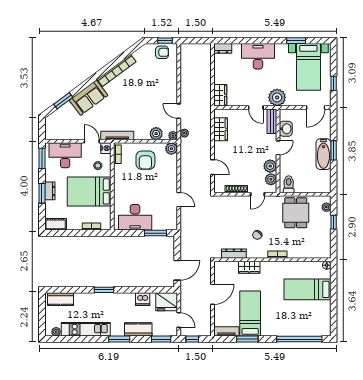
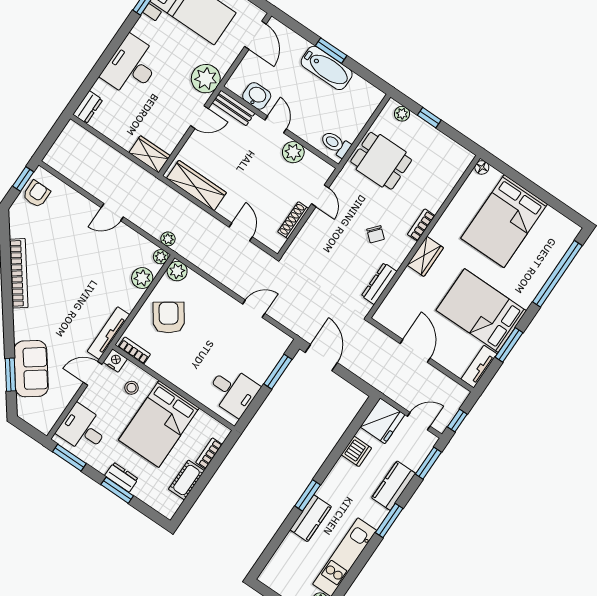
sofa: (88, 98) -> (31, 369), moved
door: (179, 111) -> (112, 212), moved
wardrobe: (221, 129) -> (196, 185), width x1.50
desk: (65, 155) -> (83, 429), width x0.73
armchair: (145, 160) -> (169, 317), turned -125
door: (213, 167) -> (241, 232), hinge flipped
plant: (271, 179) -> (312, 163), removed
desk: (135, 217) -> (233, 391), width x0.73
cot: (56, 224) -> (186, 480), moved
wardrobe: (249, 267) -> (425, 256), moved
door: (177, 270) -> (321, 358), moved
bed: (307, 289) -> (504, 221), width x1.50
kitchen counter: (61, 299) -> (311, 518), moved
bed: (250, 314) -> (481, 310), width x1.50

